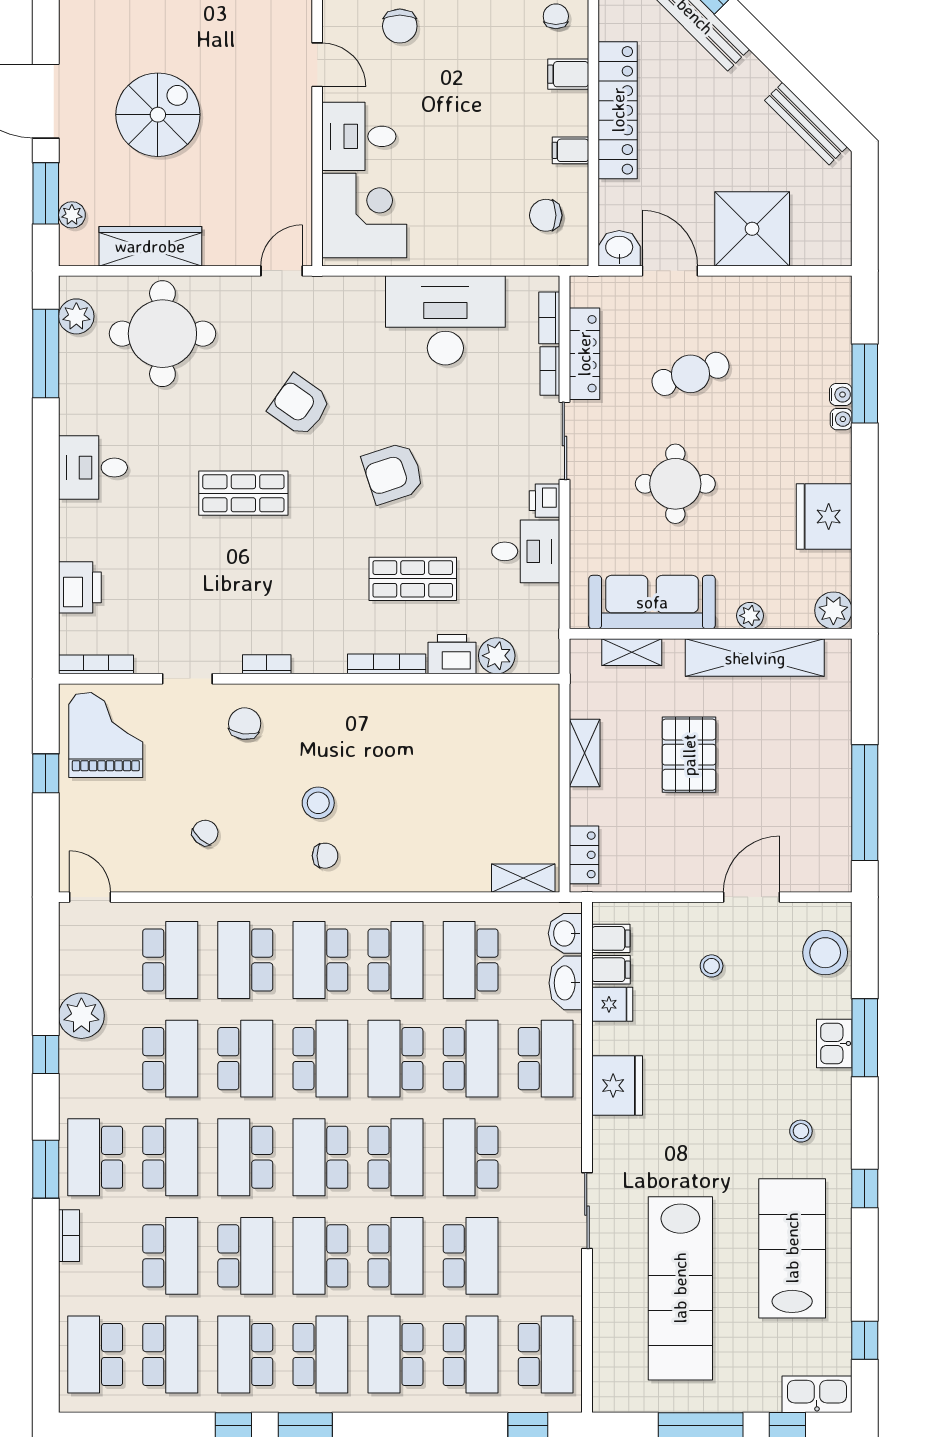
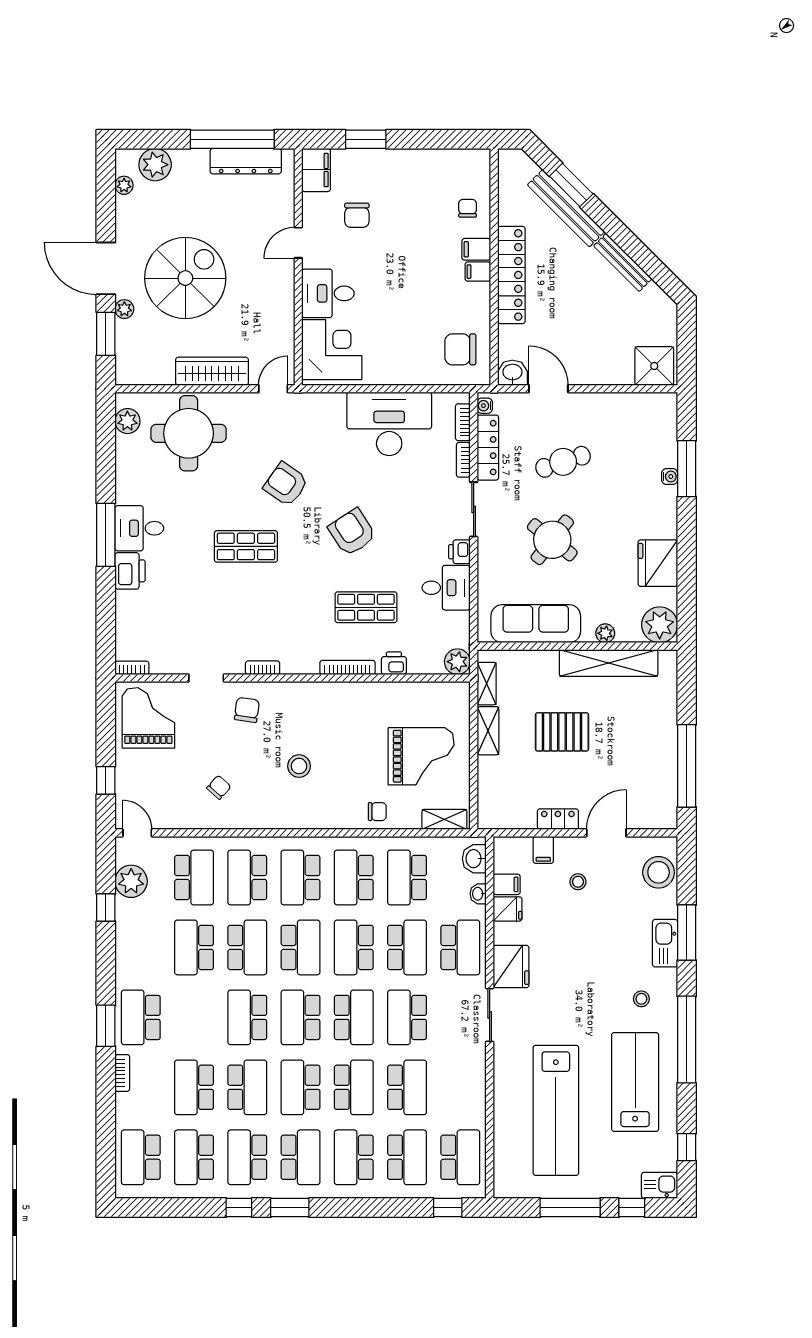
door: (317, 65) -> (298, 243), swing flipped
spiral stairs: (158, 115) -> (185, 278), width x1.37, depth x1.37
bench: (806, 124) -> (623, 262), moved
filing cabinet: (571, 150) -> (478, 272), moved
plant: (72, 215) -> (124, 309), moved
chair: (546, 215) -> (460, 349), width x1.37, depth x1.37
shower: (752, 229) -> (654, 366), moved, width x0.73, depth x0.73
wardrobe: (150, 246) -> (212, 371), moved
window: (46, 353) -> (106, 535), moved
water cooler: (841, 419) -> (485, 406), moved, turned 180
armchair: (393, 473) -> (352, 532), turned 75
round table: (675, 484) -> (552, 540), turned 38
printer: (80, 587) -> (130, 571), moved
plant: (833, 610) -> (660, 625), width x1.36, depth x1.36
shelving: (632, 652) -> (487, 684), moved, turned 90
printer: (452, 654) -> (394, 663), width x0.73, depth x0.81
plant: (497, 656) -> (457, 662), moved
bookcase: (96, 664) -> (132, 668), width x0.64
pallet: (689, 755) -> (562, 732), turned 90
window: (46, 773) -> (106, 780), moved
grand piano: (490, 789) -> (421, 756), added
locker: (584, 855) -> (558, 819), moved, turned -90
chair: (325, 856) -> (377, 812), moved
filing cabinet: (611, 938) -> (543, 850), moved, turned 90
school desk: (395, 960) -> (354, 877), turned 180
washbasin: (566, 983) -> (478, 894), width x0.52, depth x0.69
plant: (81, 1016) -> (131, 881), moved
kitchen sink: (834, 1043) -> (665, 943), width x1.38
window: (46, 1055) -> (106, 908), moved
school desk: (170, 1059) -> (194, 947), turned 180
school desk: (170, 1157) -> (194, 1017), removed
window: (865, 1189) -> (687, 1040), width x3.17
sliding door: (587, 1211) -> (490, 1015), moved
school desk: (170, 1256) -> (194, 1087), turned 180
school desk: (170, 1355) -> (194, 1157), turned 180
kitchen sink: (817, 1394) -> (659, 1185), width x0.73

